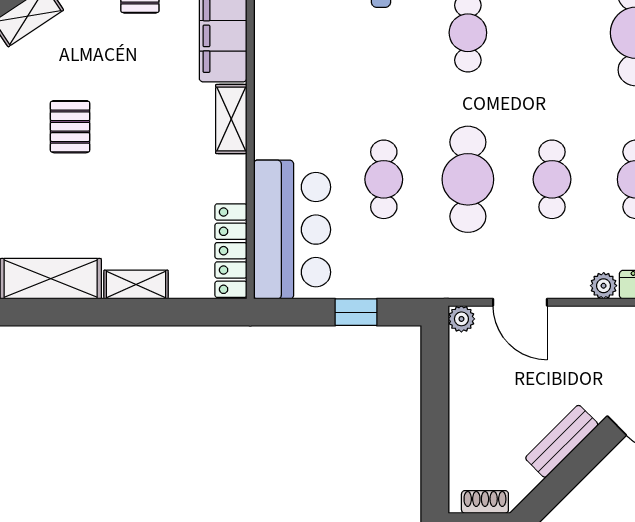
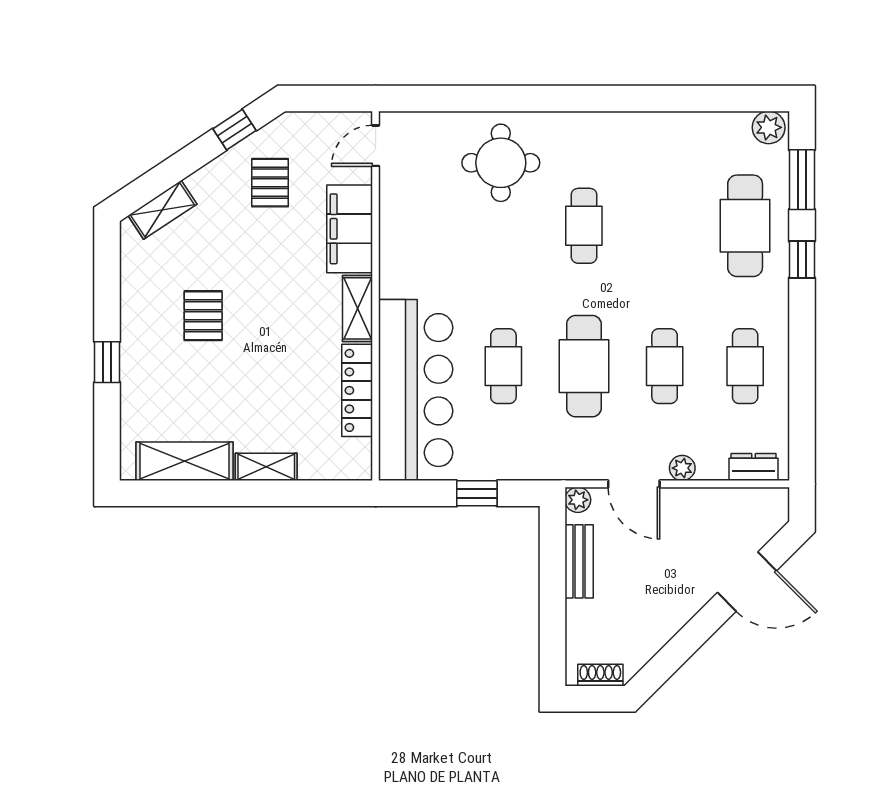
bar counter: (292, 230) -> (416, 390), width x1.36
locker: (231, 251) -> (357, 390), moved
plant: (604, 286) -> (682, 468), moved
bench: (562, 441) -> (579, 561), moved, turned -45

